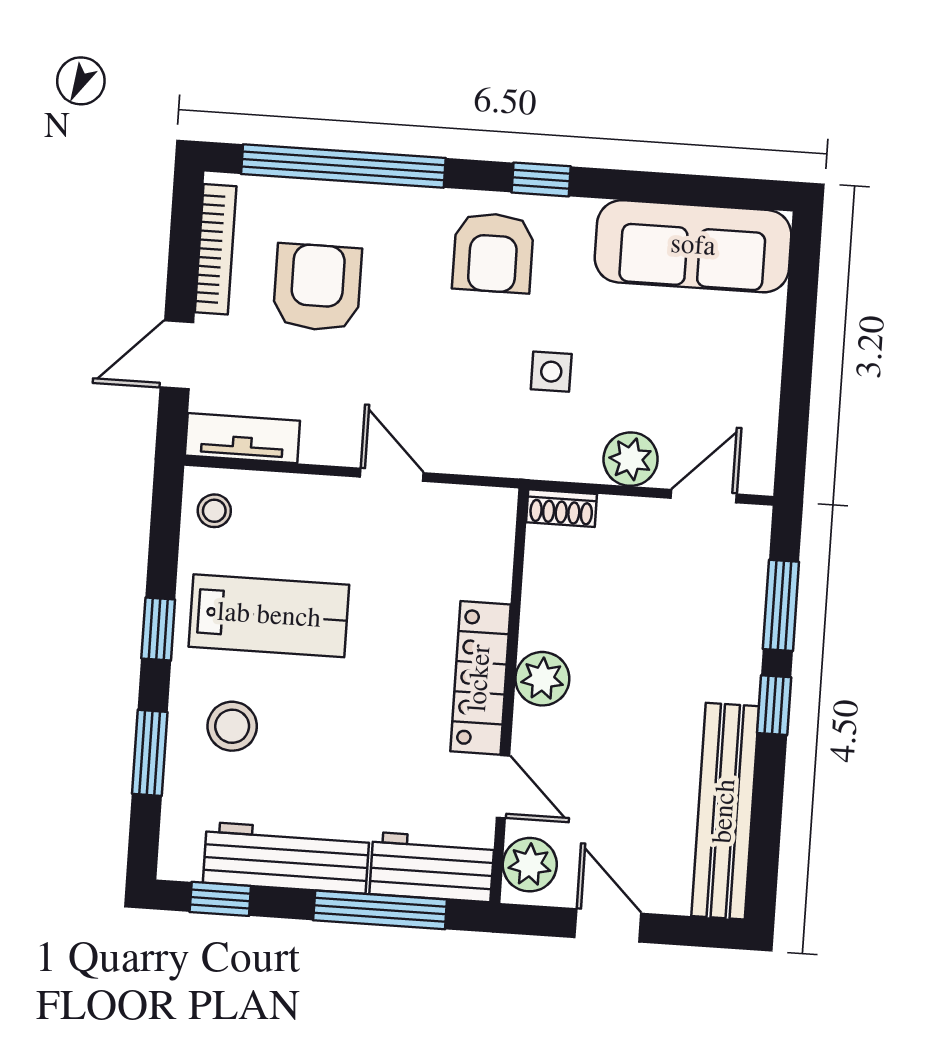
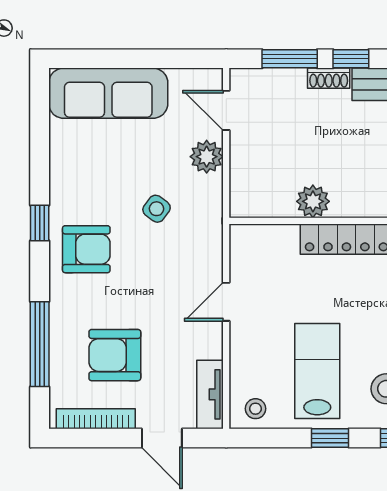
window: (343, 166) -> (40, 344), width x0.68
sofa: (693, 246) -> (108, 93), moved, turned 90
side table: (551, 372) -> (157, 209), turned 37
shoe rack: (561, 508) -> (329, 78), moved, turned 90
plant: (542, 679) -> (313, 201), moved

